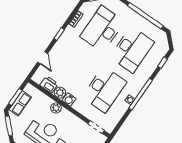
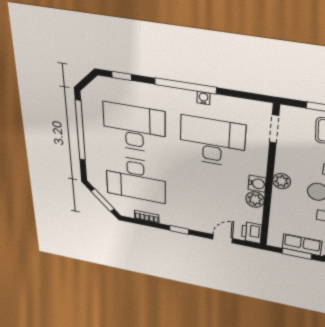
printer: (49, 85) -> (252, 233), moved
plant: (56, 108) -> (282, 181), moved

